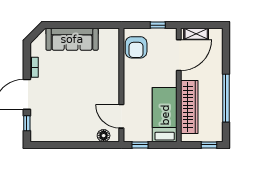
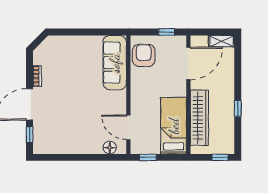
shelving: (196, 34) -> (221, 41), moved
sofa: (72, 39) -> (115, 63), moved, turned 90
armchair: (136, 47) -> (144, 55), turned 180
window: (226, 98) -> (238, 108), width x0.32

